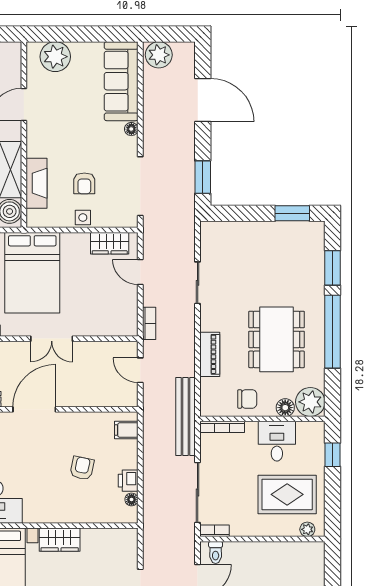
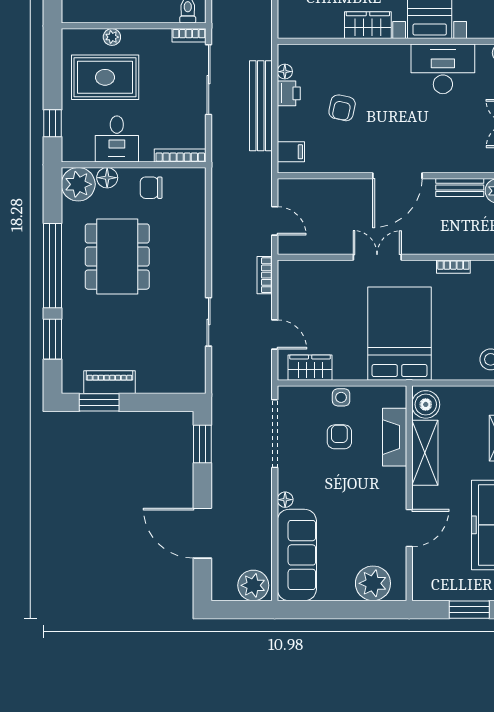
piano: (210, 354) -> (110, 382), moved, turned 90
bench: (186, 417) -> (261, 106), moved
plant: (307, 529) -> (112, 37), moved

